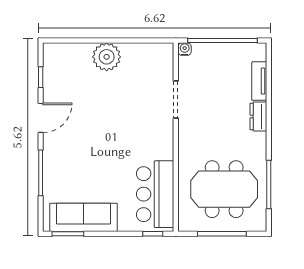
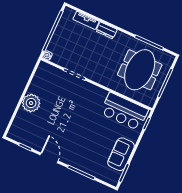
sofa: (83, 217) -> (121, 154), width x0.73

